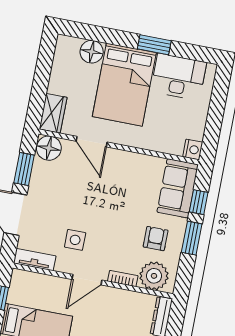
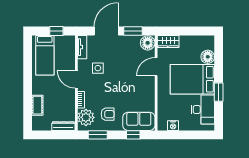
nightstand: (193, 150) -> (173, 126), moved
window: (192, 238) -> (98, 135), moved

